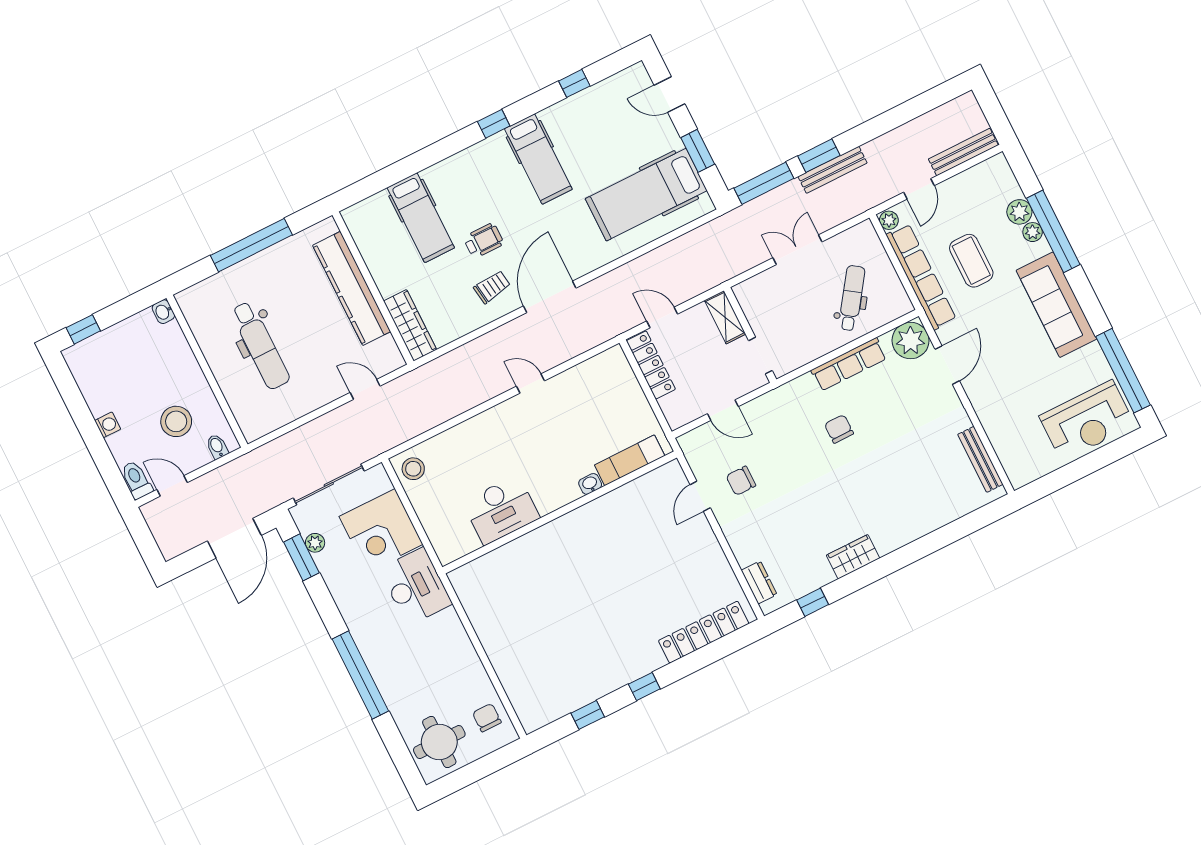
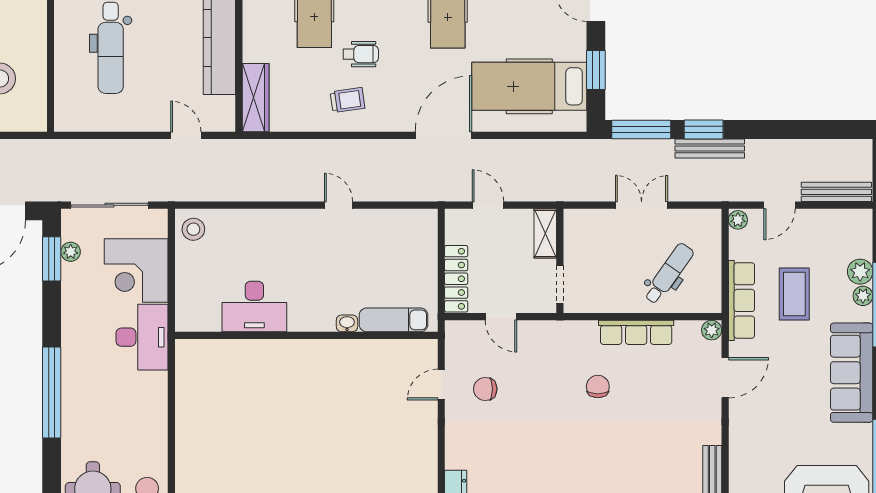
row of seats: (921, 277) -> (741, 300), width x0.73
door: (550, 297) -> (443, 135), moved
plant: (911, 341) -> (712, 330), width x0.53, depth x0.53
locker: (651, 365) -> (456, 279), moved
bidet: (217, 447) -> (25, 120), removed

